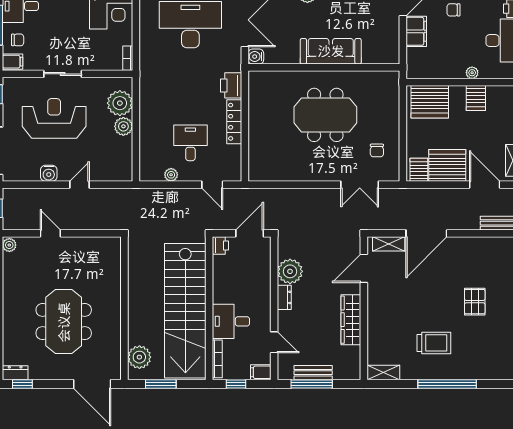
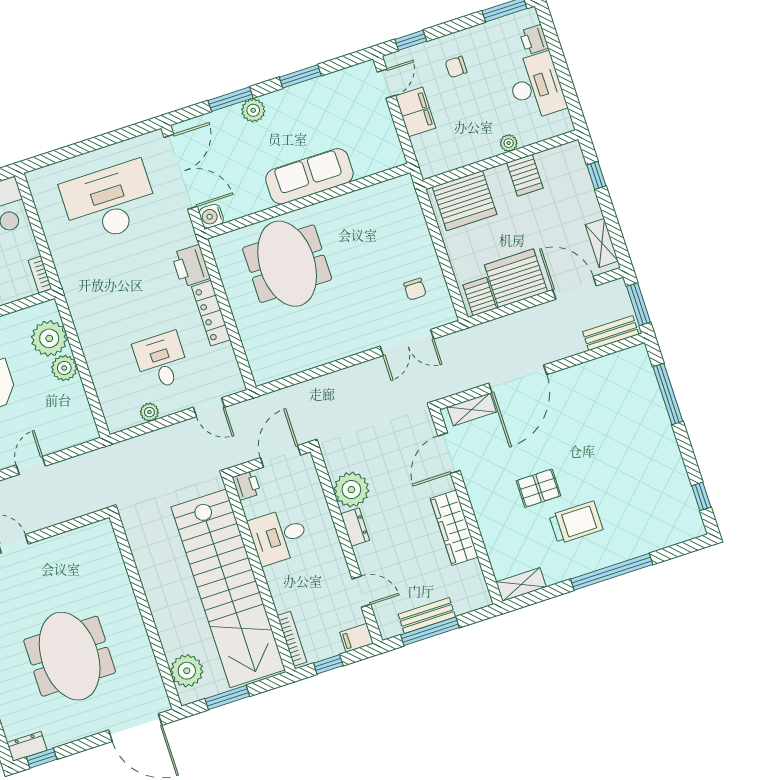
meeting table: (325, 115) -> (287, 264), moved, turned 90
pallet: (475, 302) -> (539, 488), moved, turned 90
desk: (231, 321) -> (279, 536), moved

